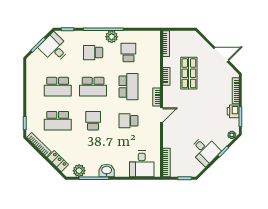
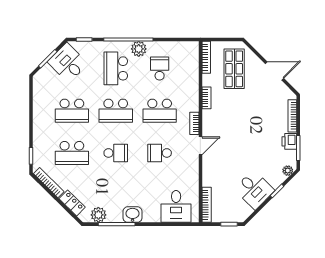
school desk: (93, 53) -> (116, 68), width x1.85
shop shelf: (189, 73) -> (234, 69), moved
school desk: (128, 87) -> (160, 111), turned 90
school desk: (93, 121) -> (116, 153), turned 90

